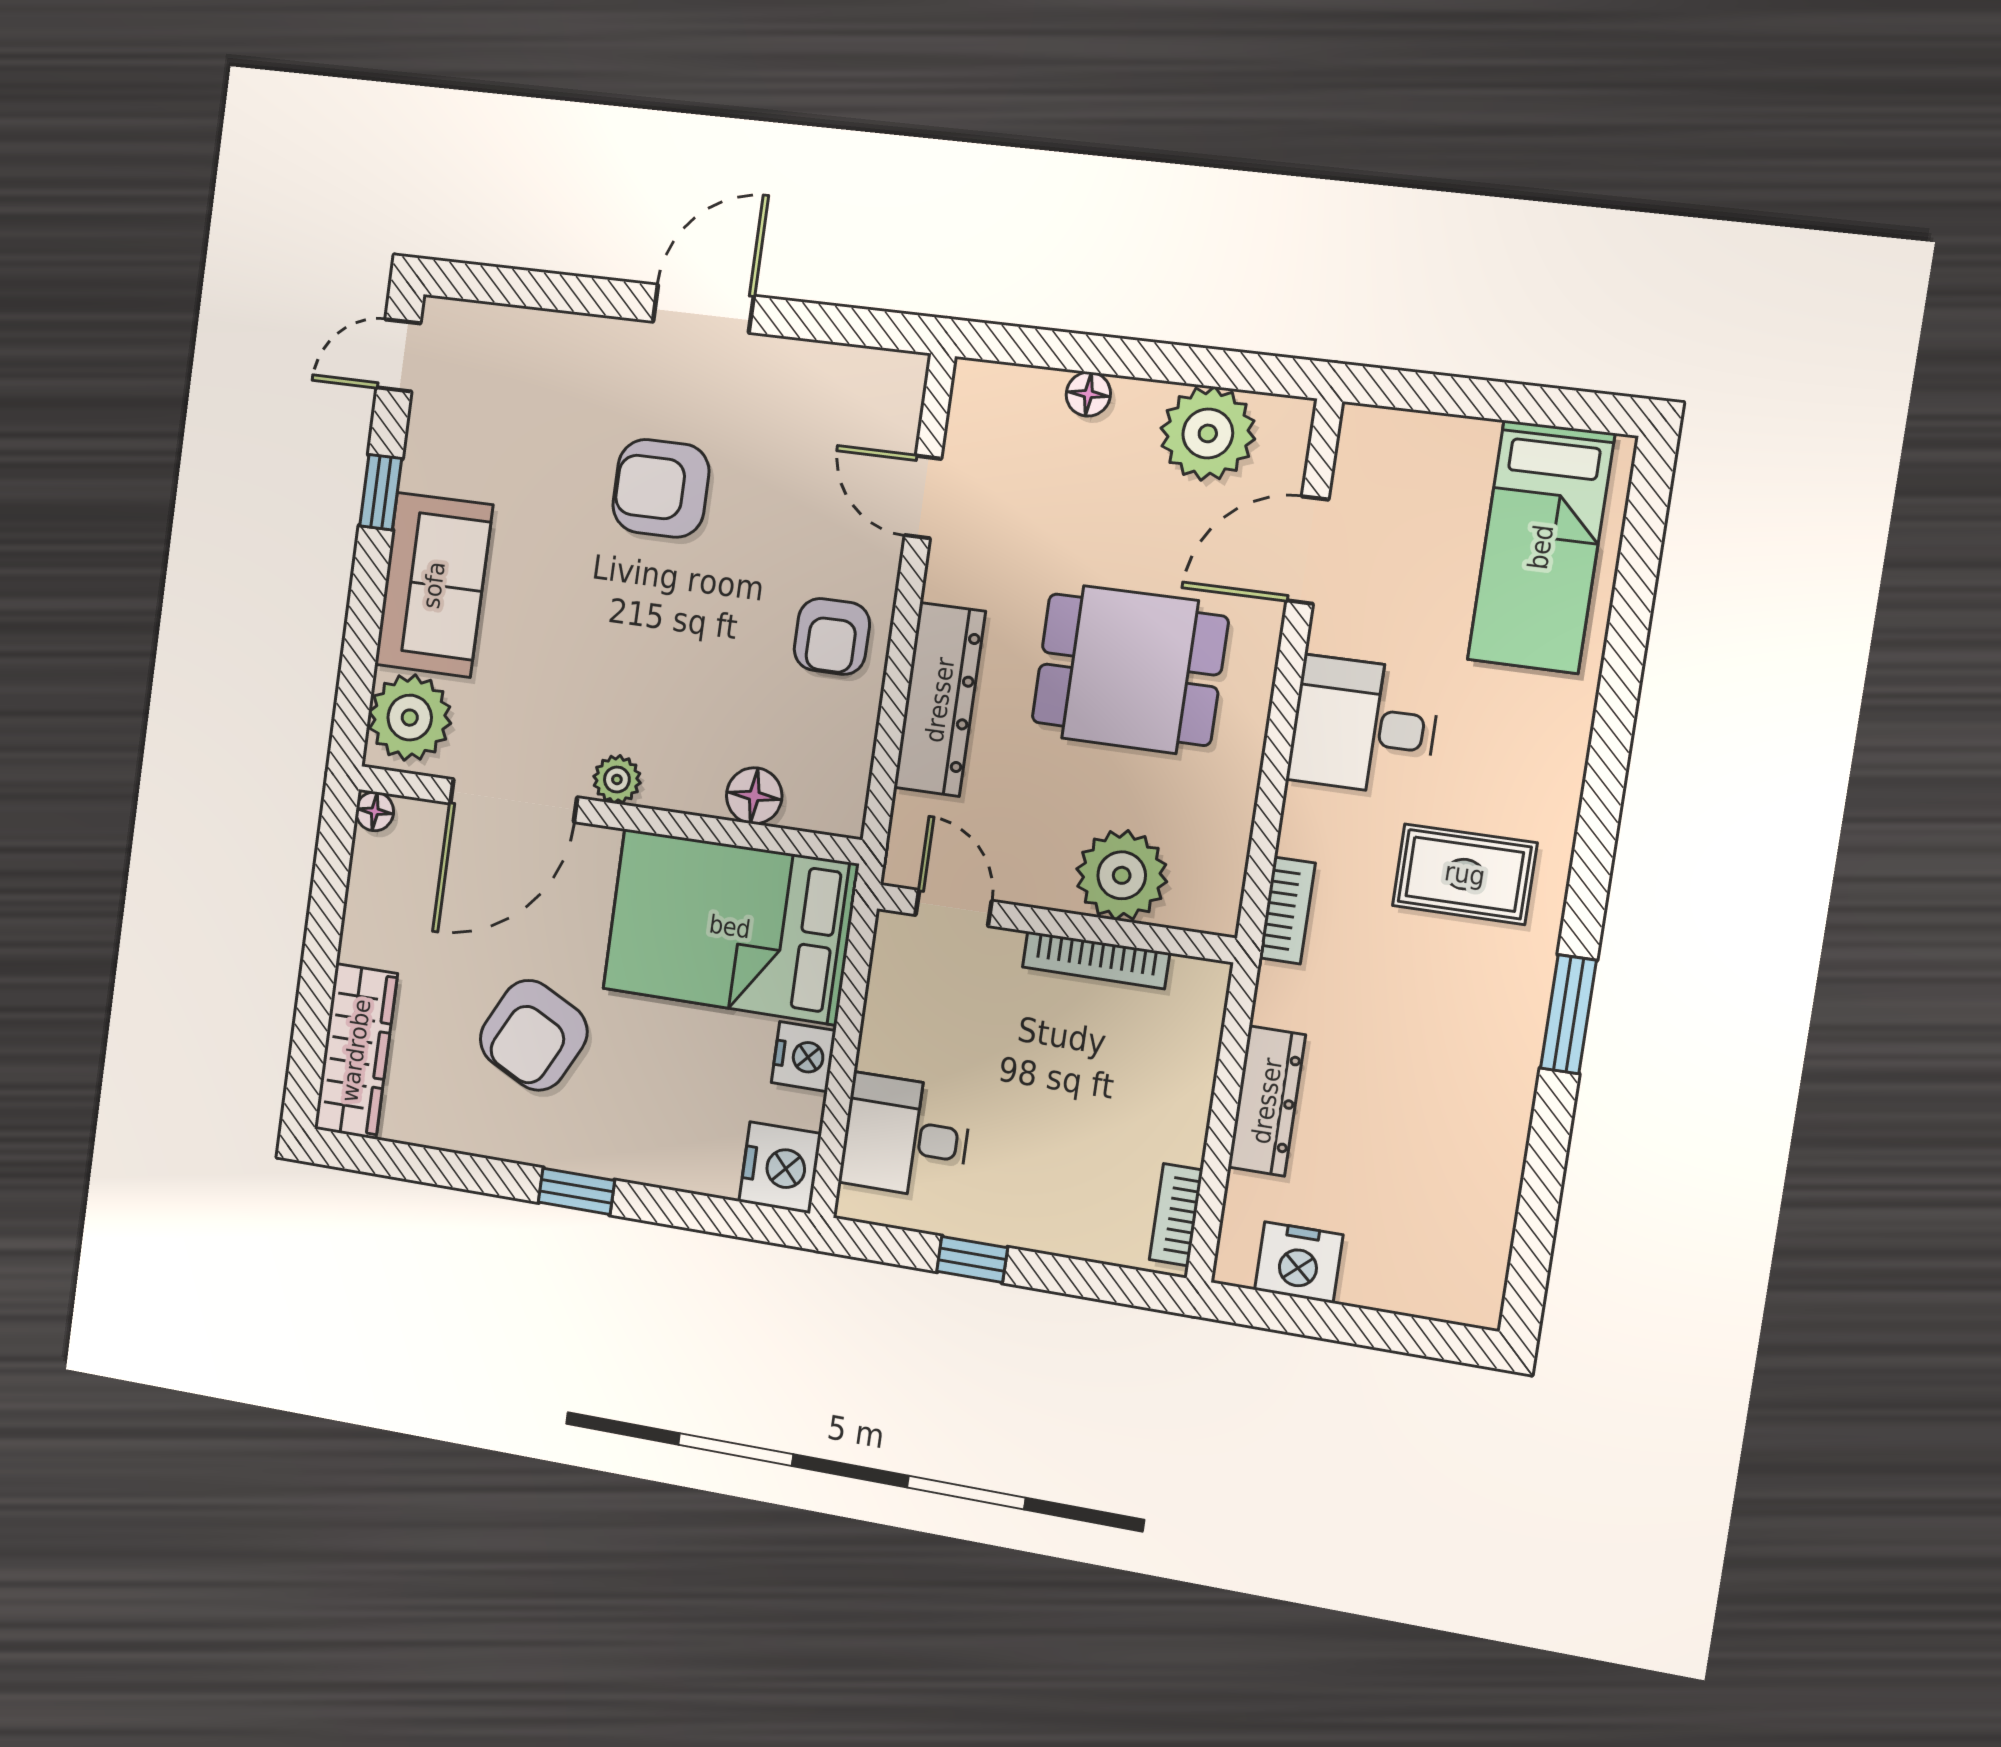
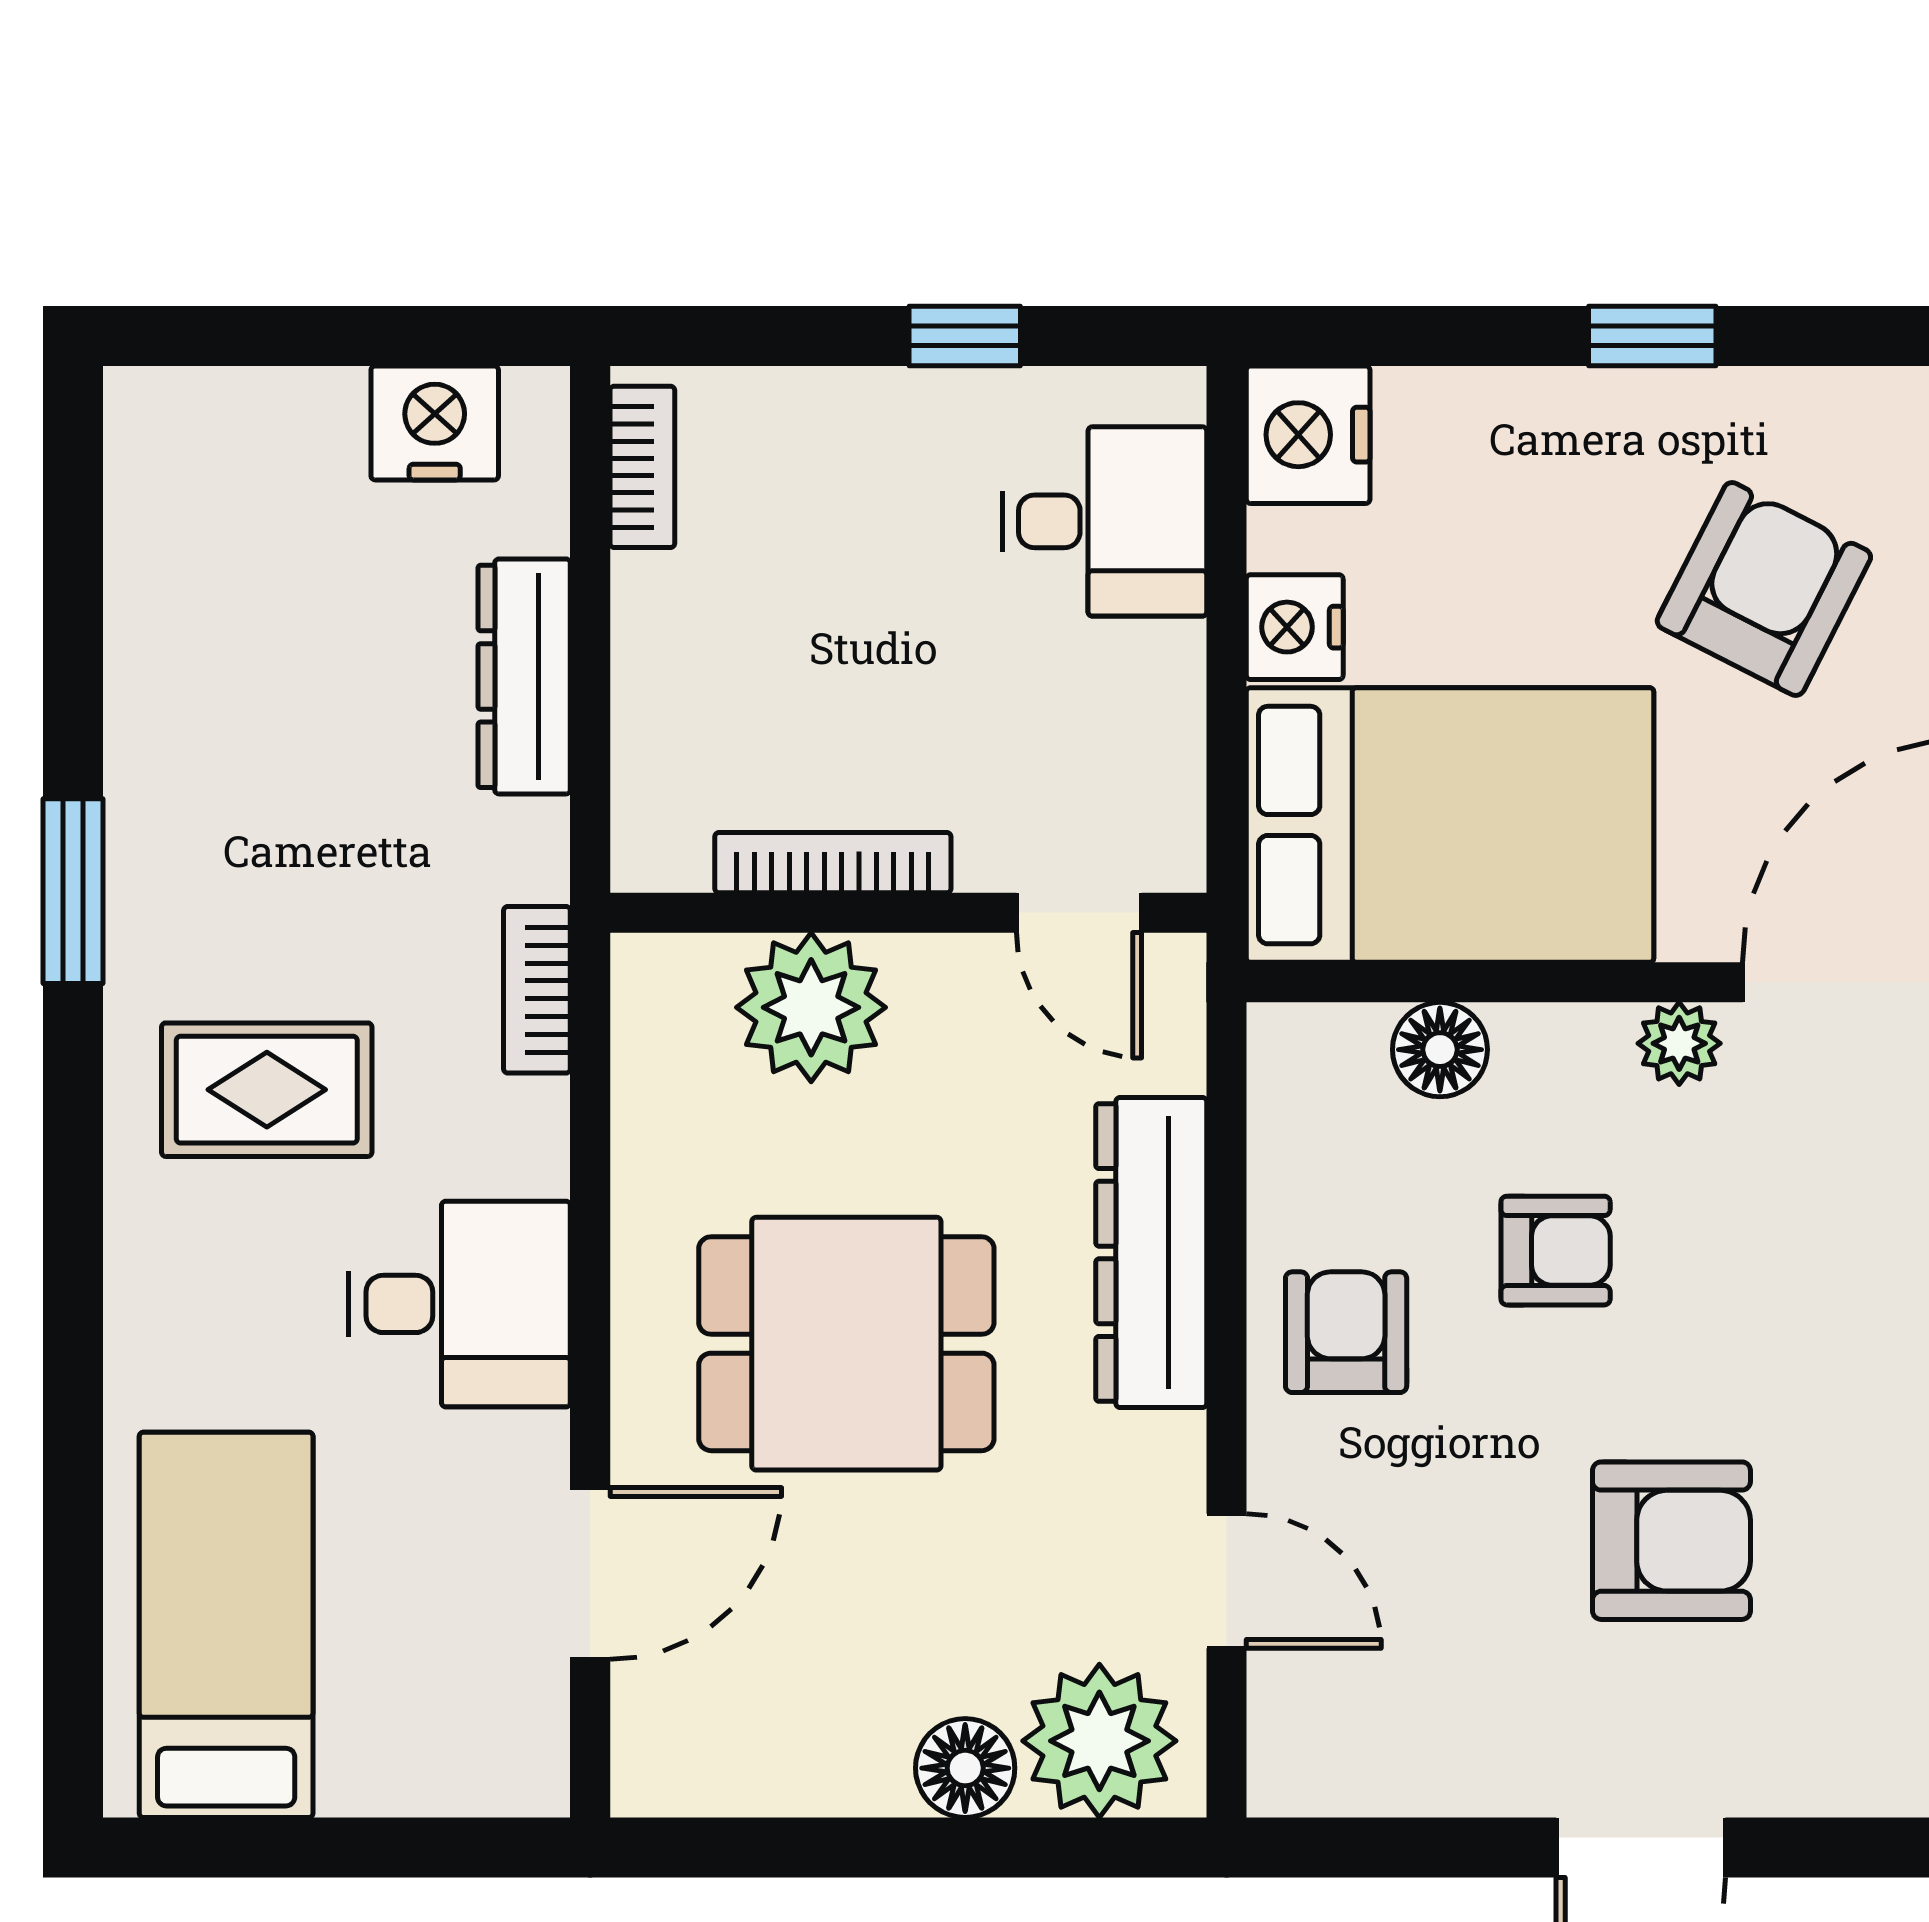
floor lamp: (1088, 394) -> (965, 1768), width x1.37, depth x1.37
plant: (1208, 433) -> (1099, 1741), moved
armchair: (704, 668) -> (1556, 1251), added

